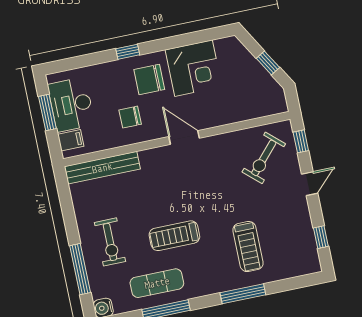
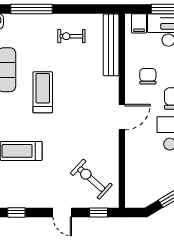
exercise bike: (110, 242) -> (71, 36), moved, width x0.73, depth x0.72

